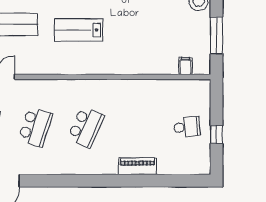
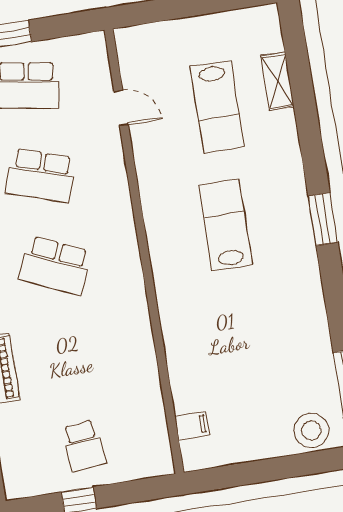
window: (217, 35) -> (255, 472), removed

